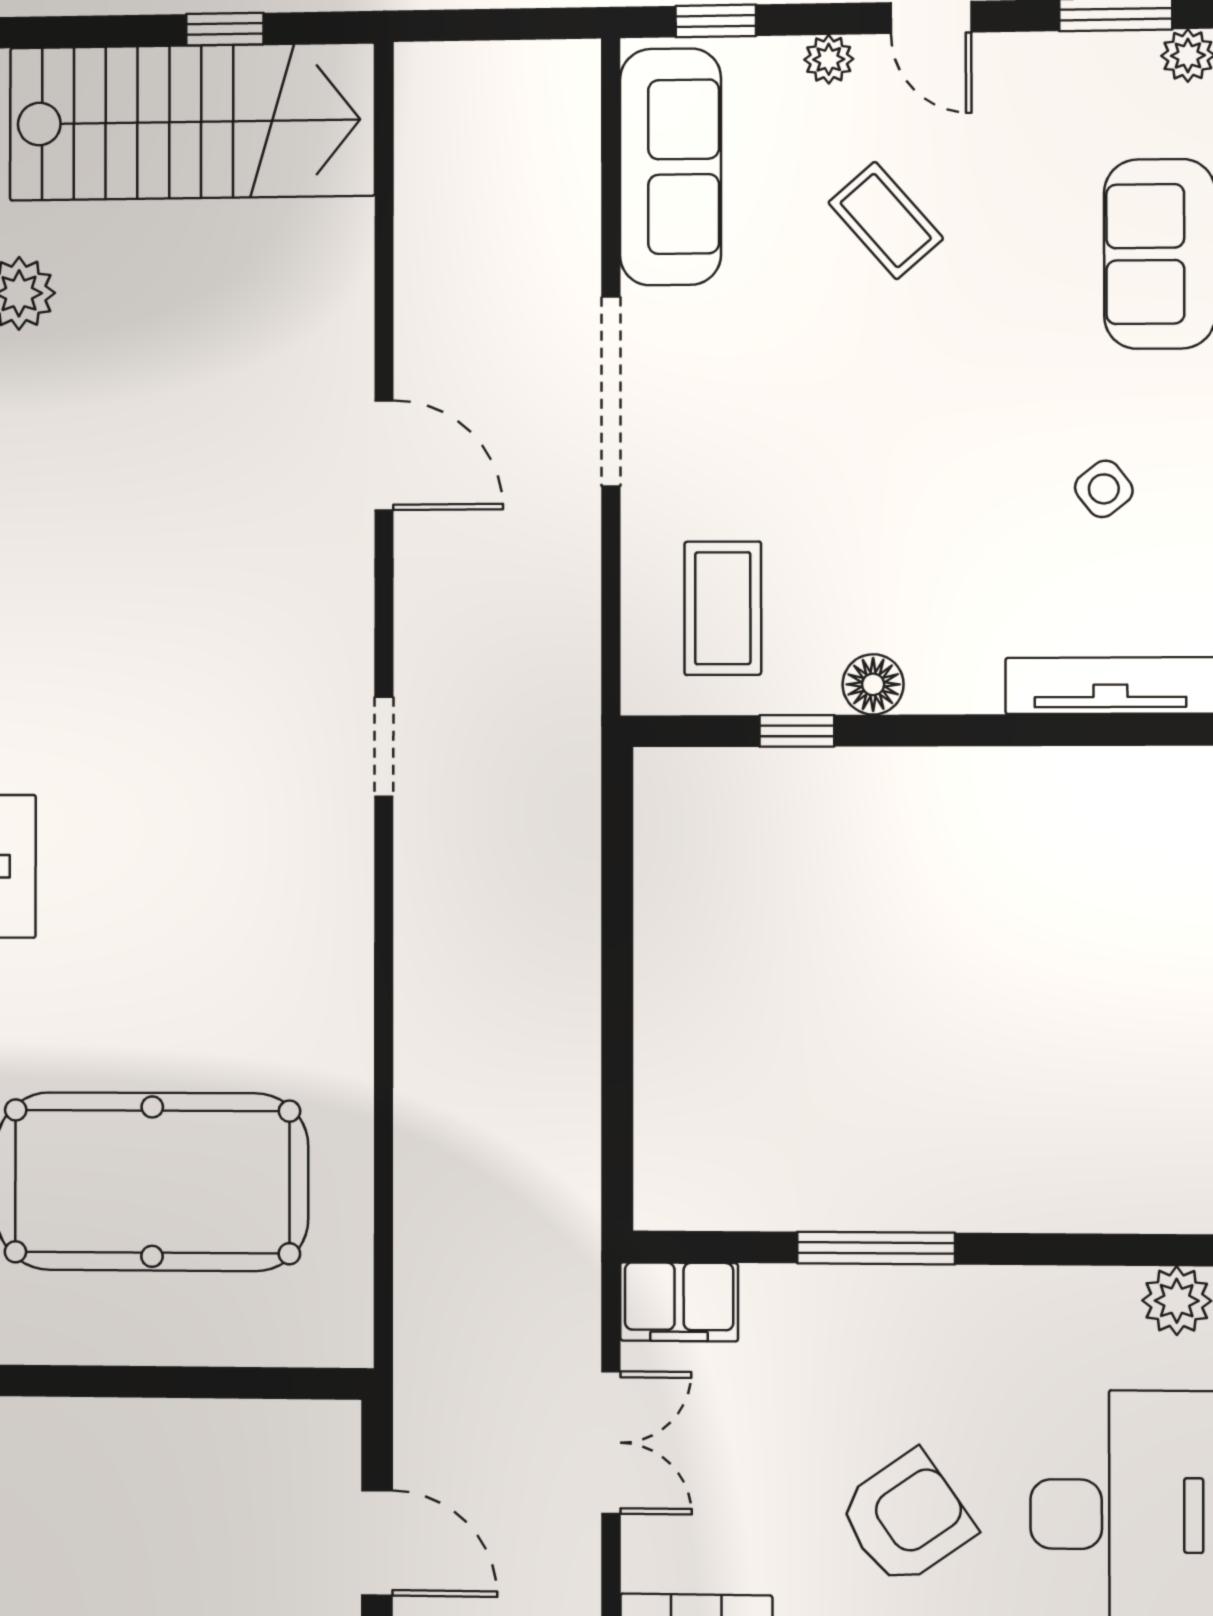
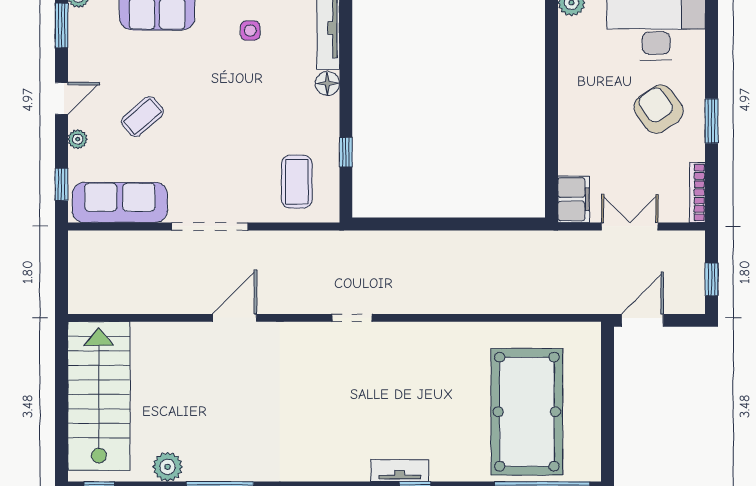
window: (225, 29) -> (61, 383), removed
side table: (1104, 489) -> (250, 30), turned 38
coffee table: (723, 608) -> (297, 182), turned 90
floor lamp: (873, 684) -> (327, 83), moved
window: (876, 1248) -> (552, 121), removed
door: (377, 1543) -> (642, 320), moved

